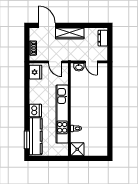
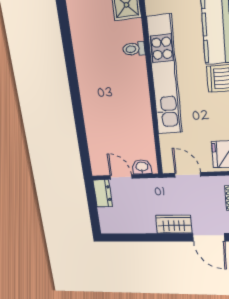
wardrobe: (70, 33) -> (174, 224), width x0.67
dresser: (103, 38) -> (103, 193), moved

